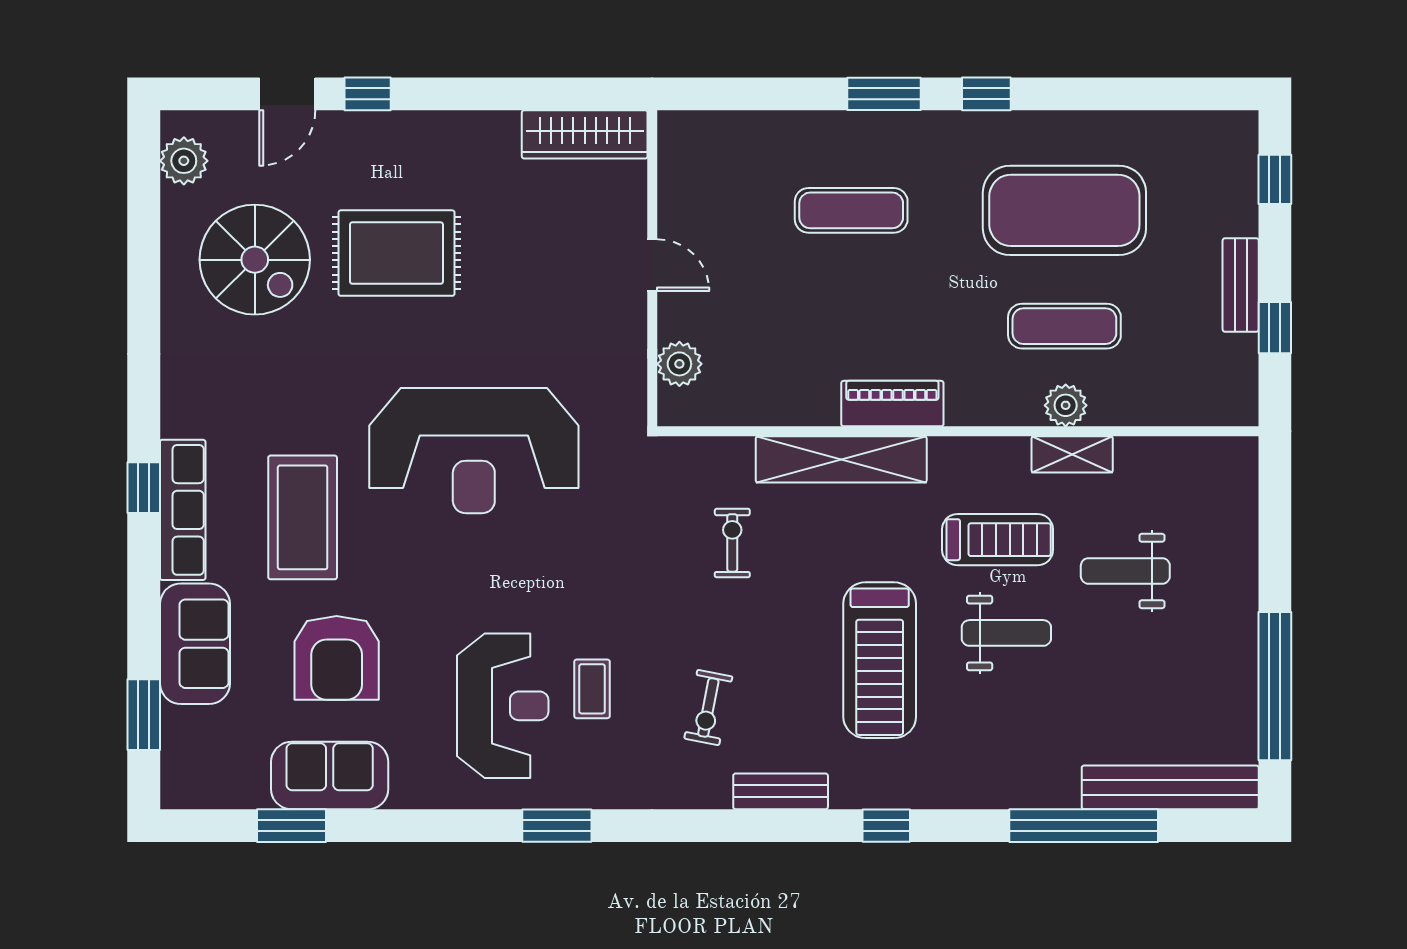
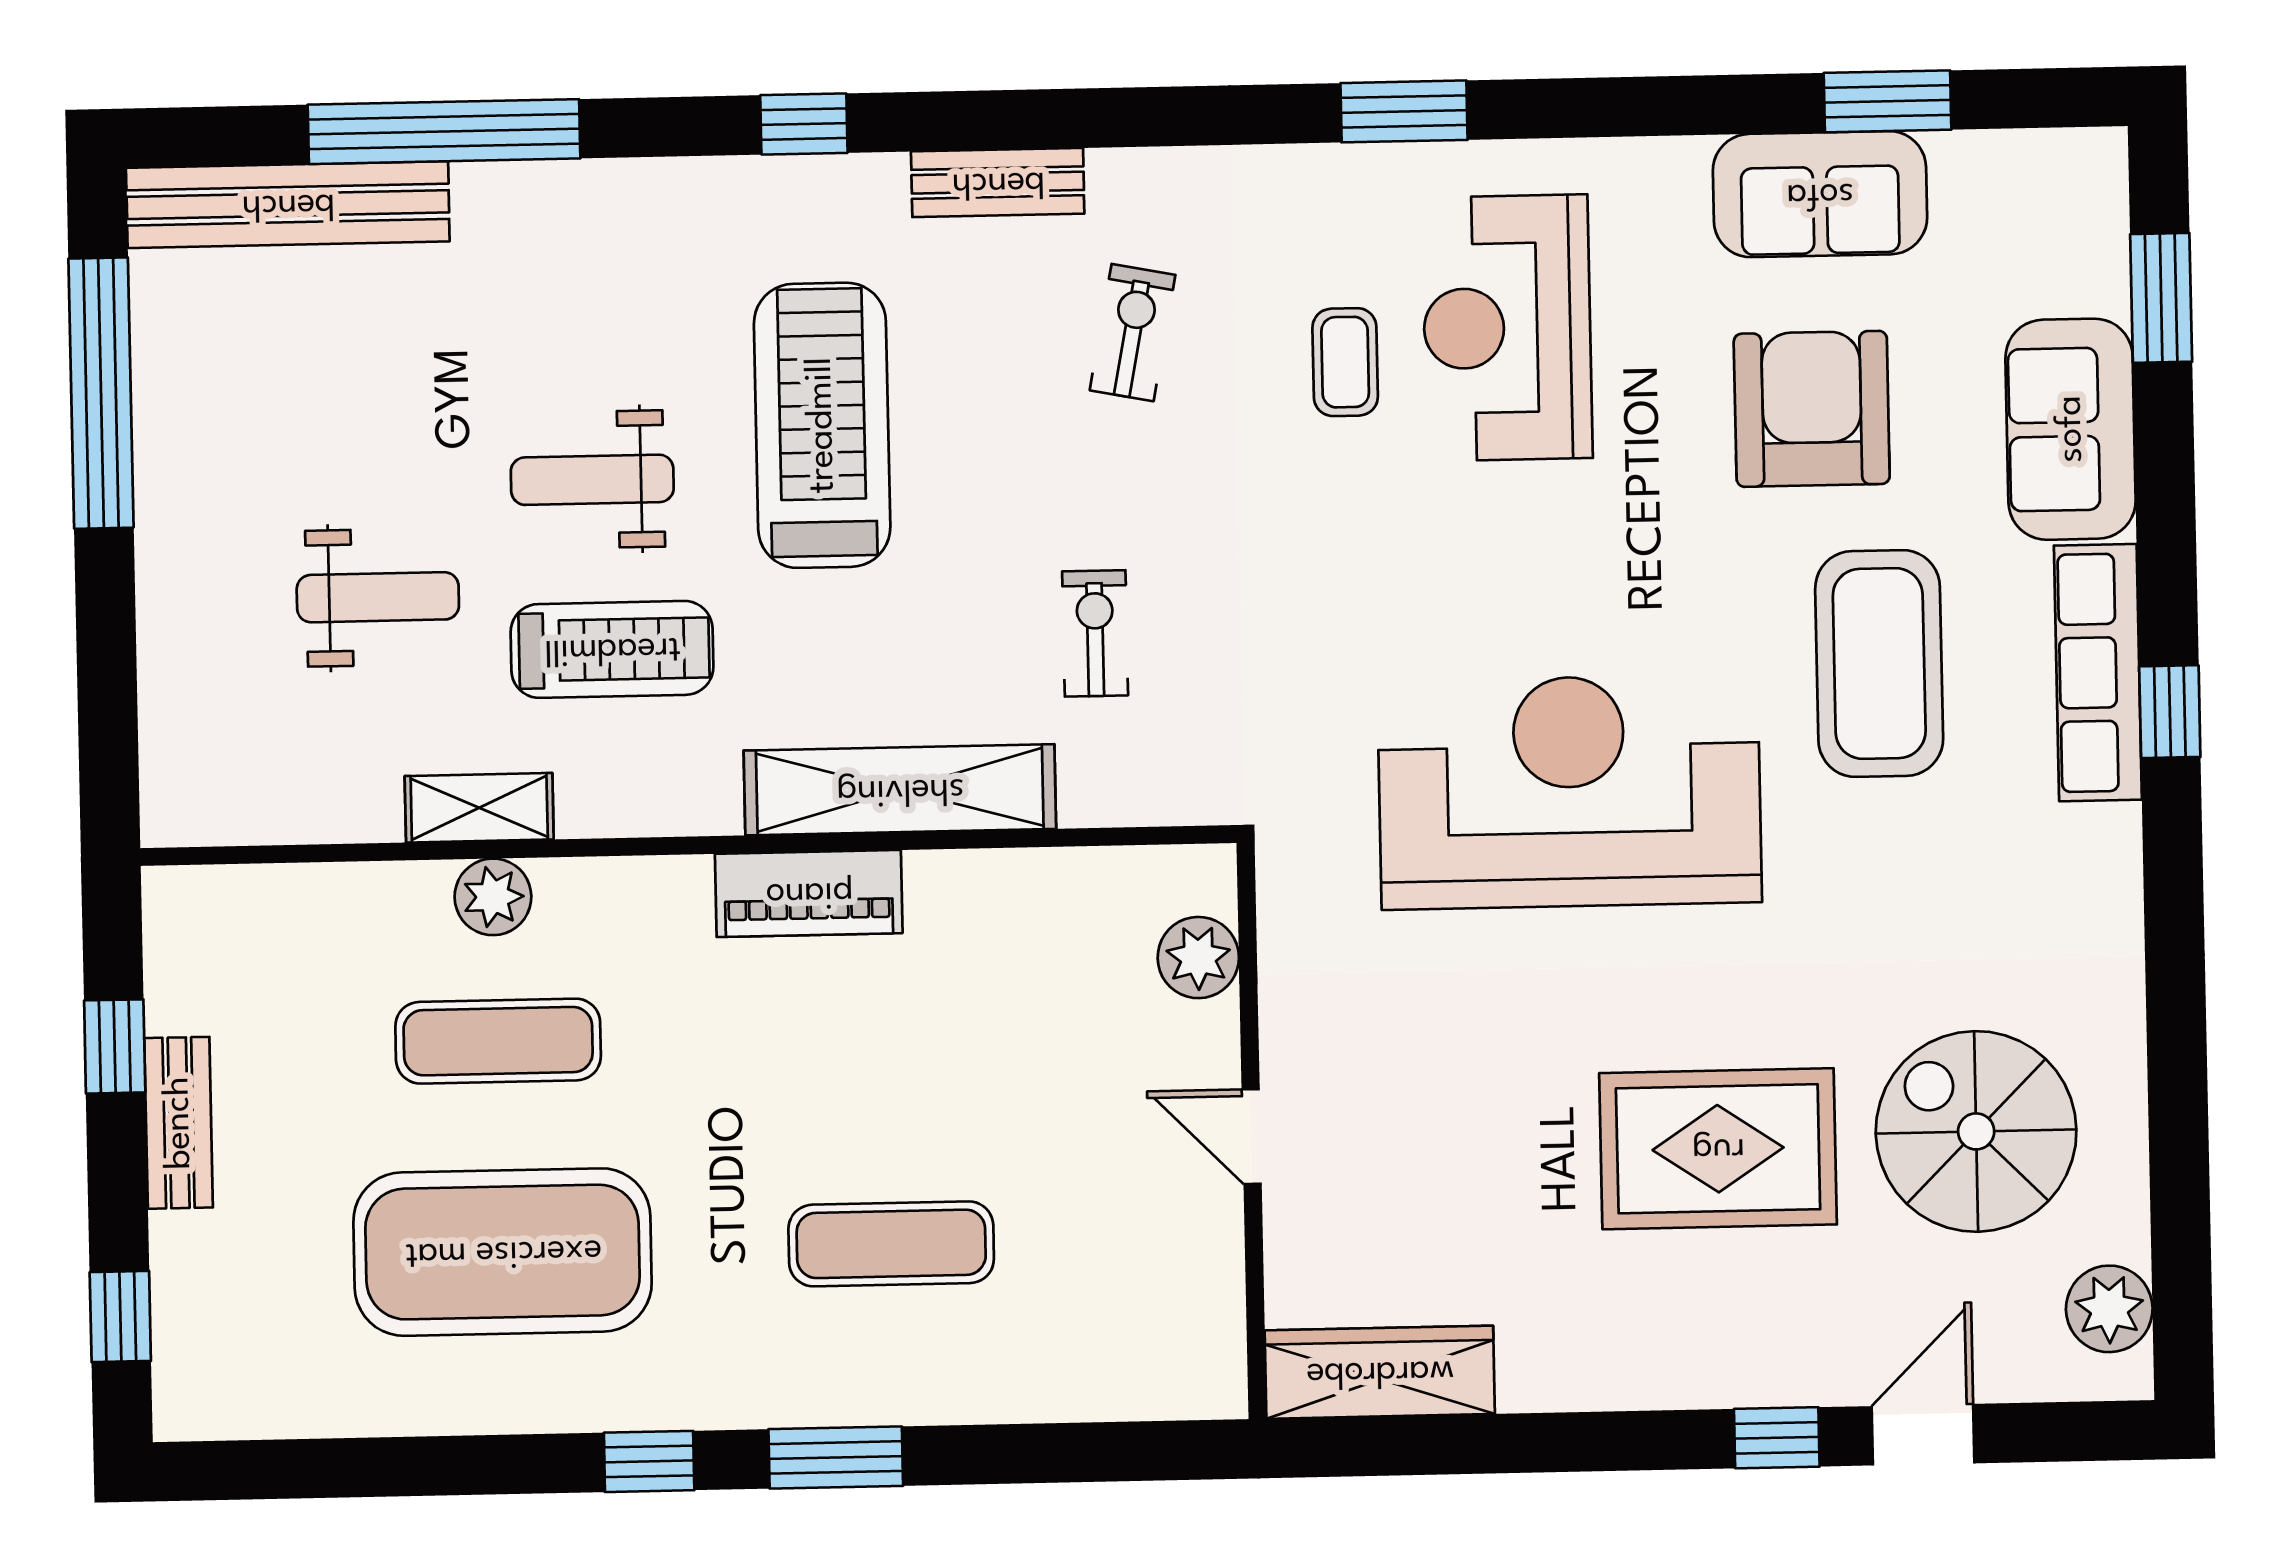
treadmill: (997, 540) -> (612, 649), turned 180
exercise bike: (732, 543) -> (1095, 633), turned 180

